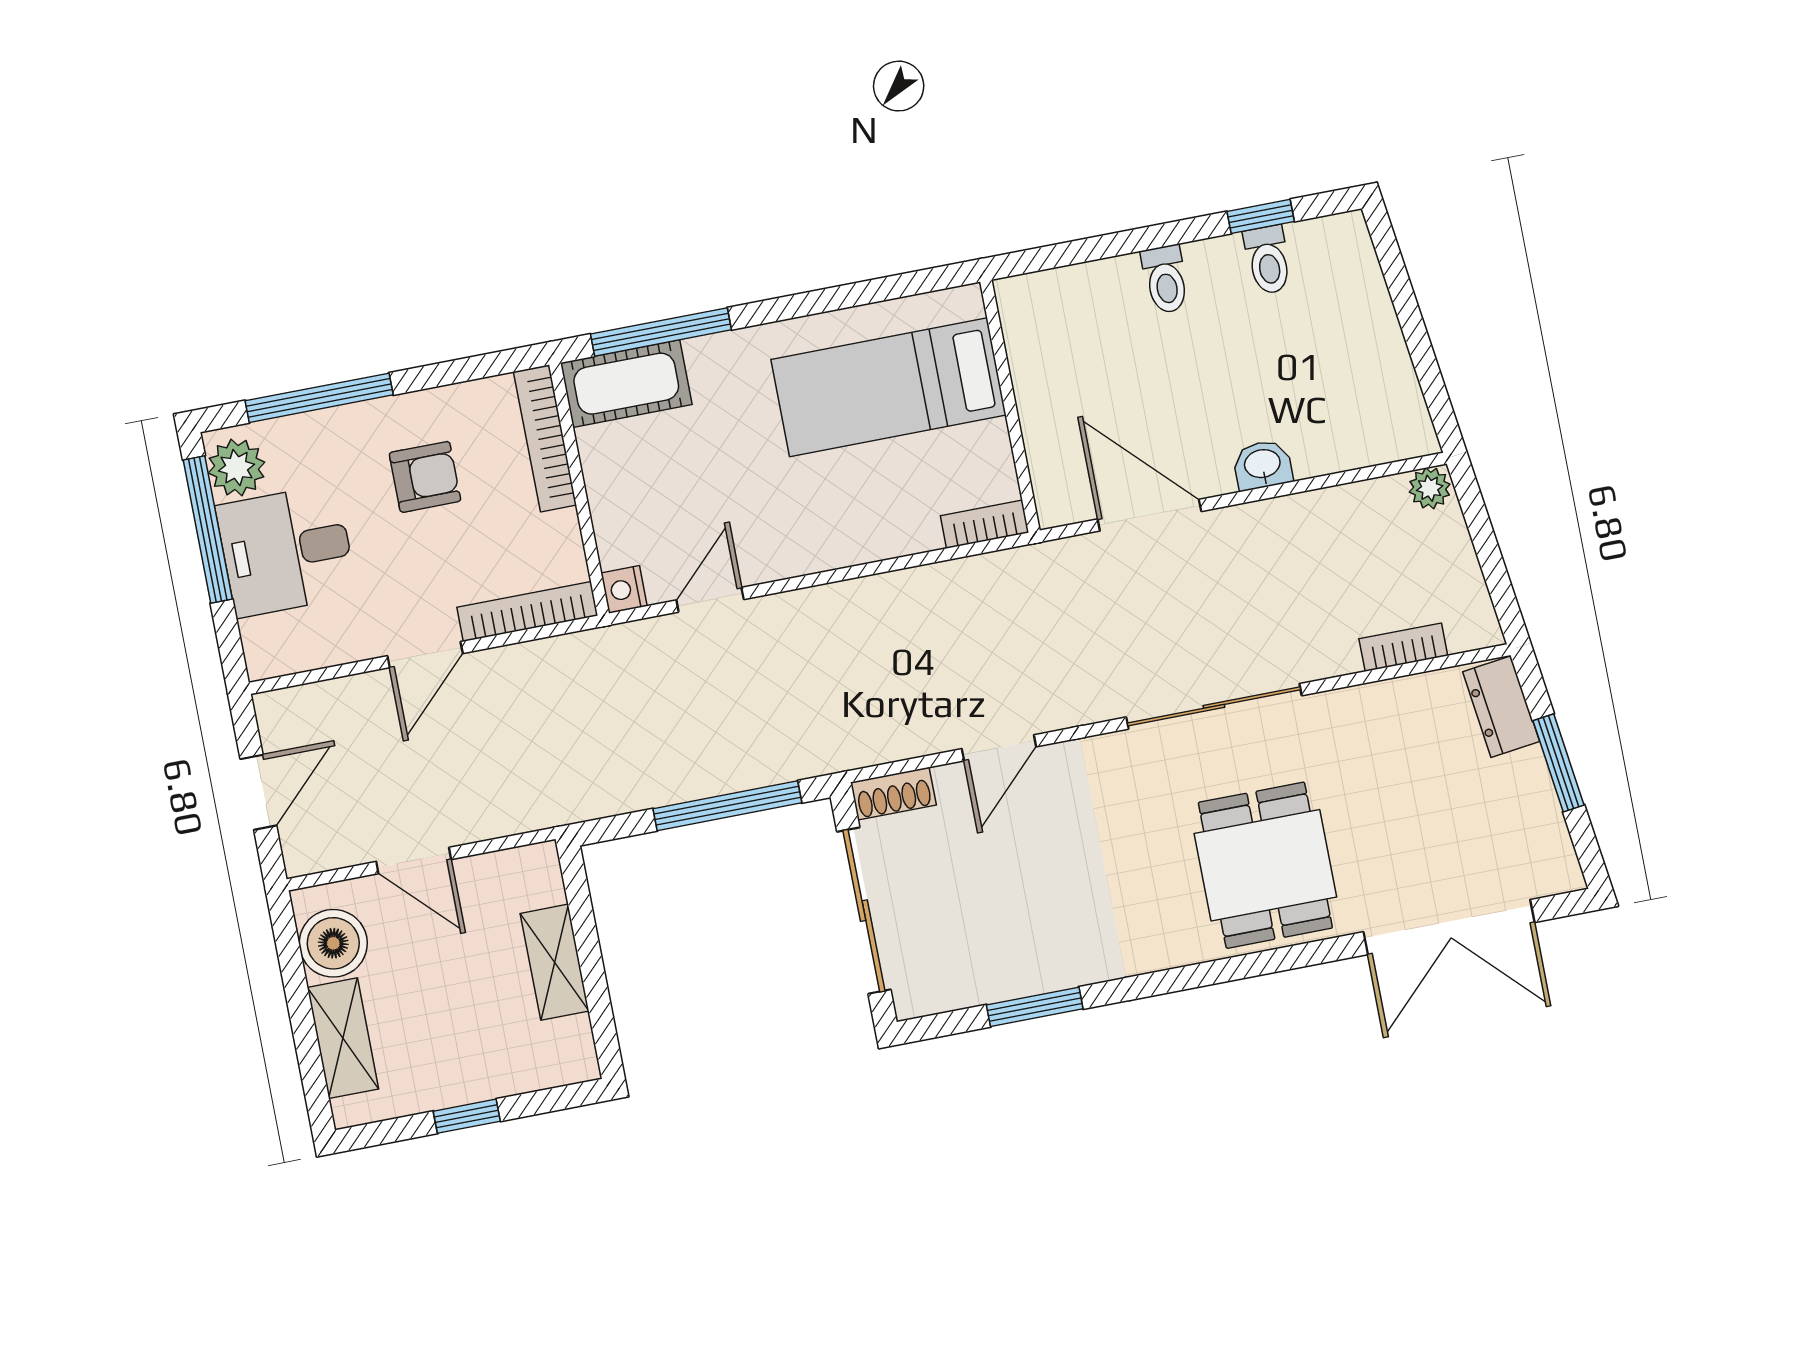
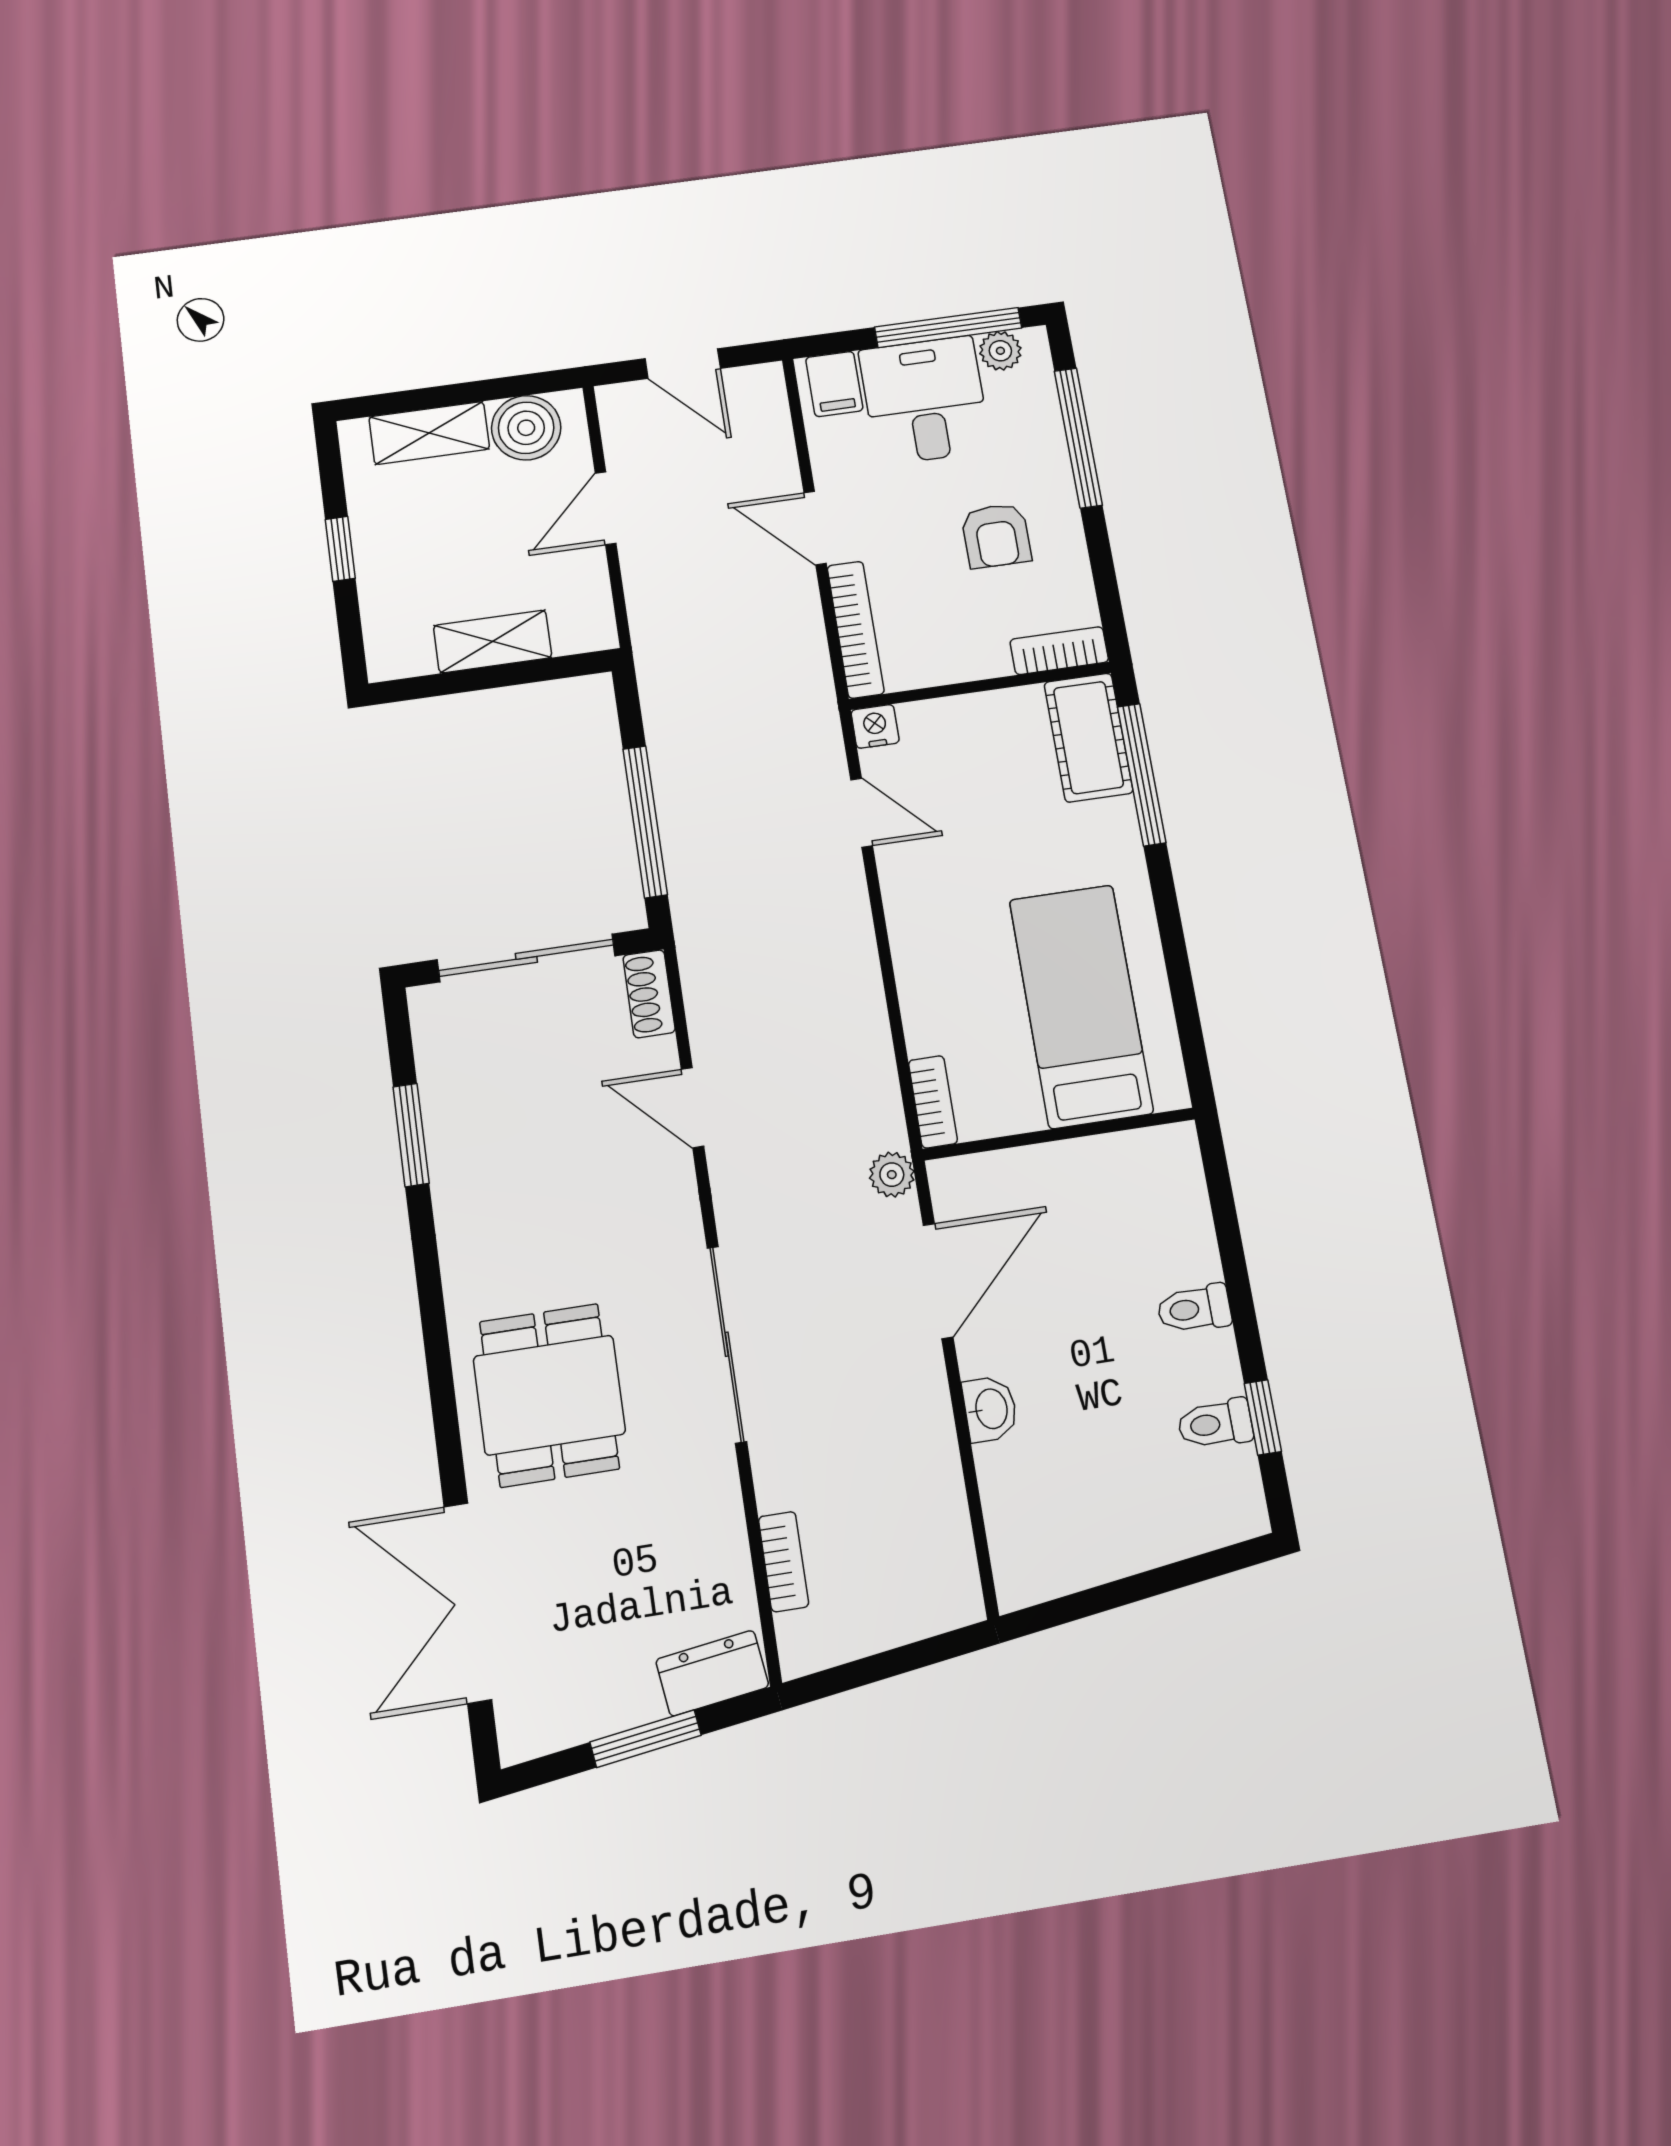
bookcase: (545, 438) -> (1059, 651), width x0.64
plant: (236, 468) -> (1000, 351), width x0.73, depth x0.73
plant: (1430, 488) -> (892, 1175), moved
filing cabinet: (273, 641) -> (834, 384), added
dining table: (1265, 865) -> (549, 1395), turned 90

